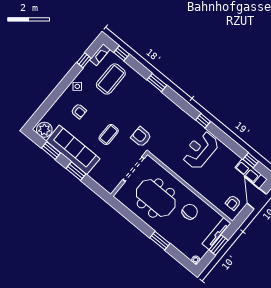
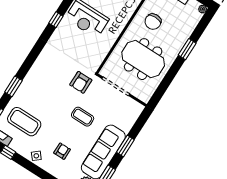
window: (157, 83) -> (13, 86), moved
meeting table: (156, 198) -> (143, 59), turned 90
chair: (190, 212) -> (153, 22), turned -90

